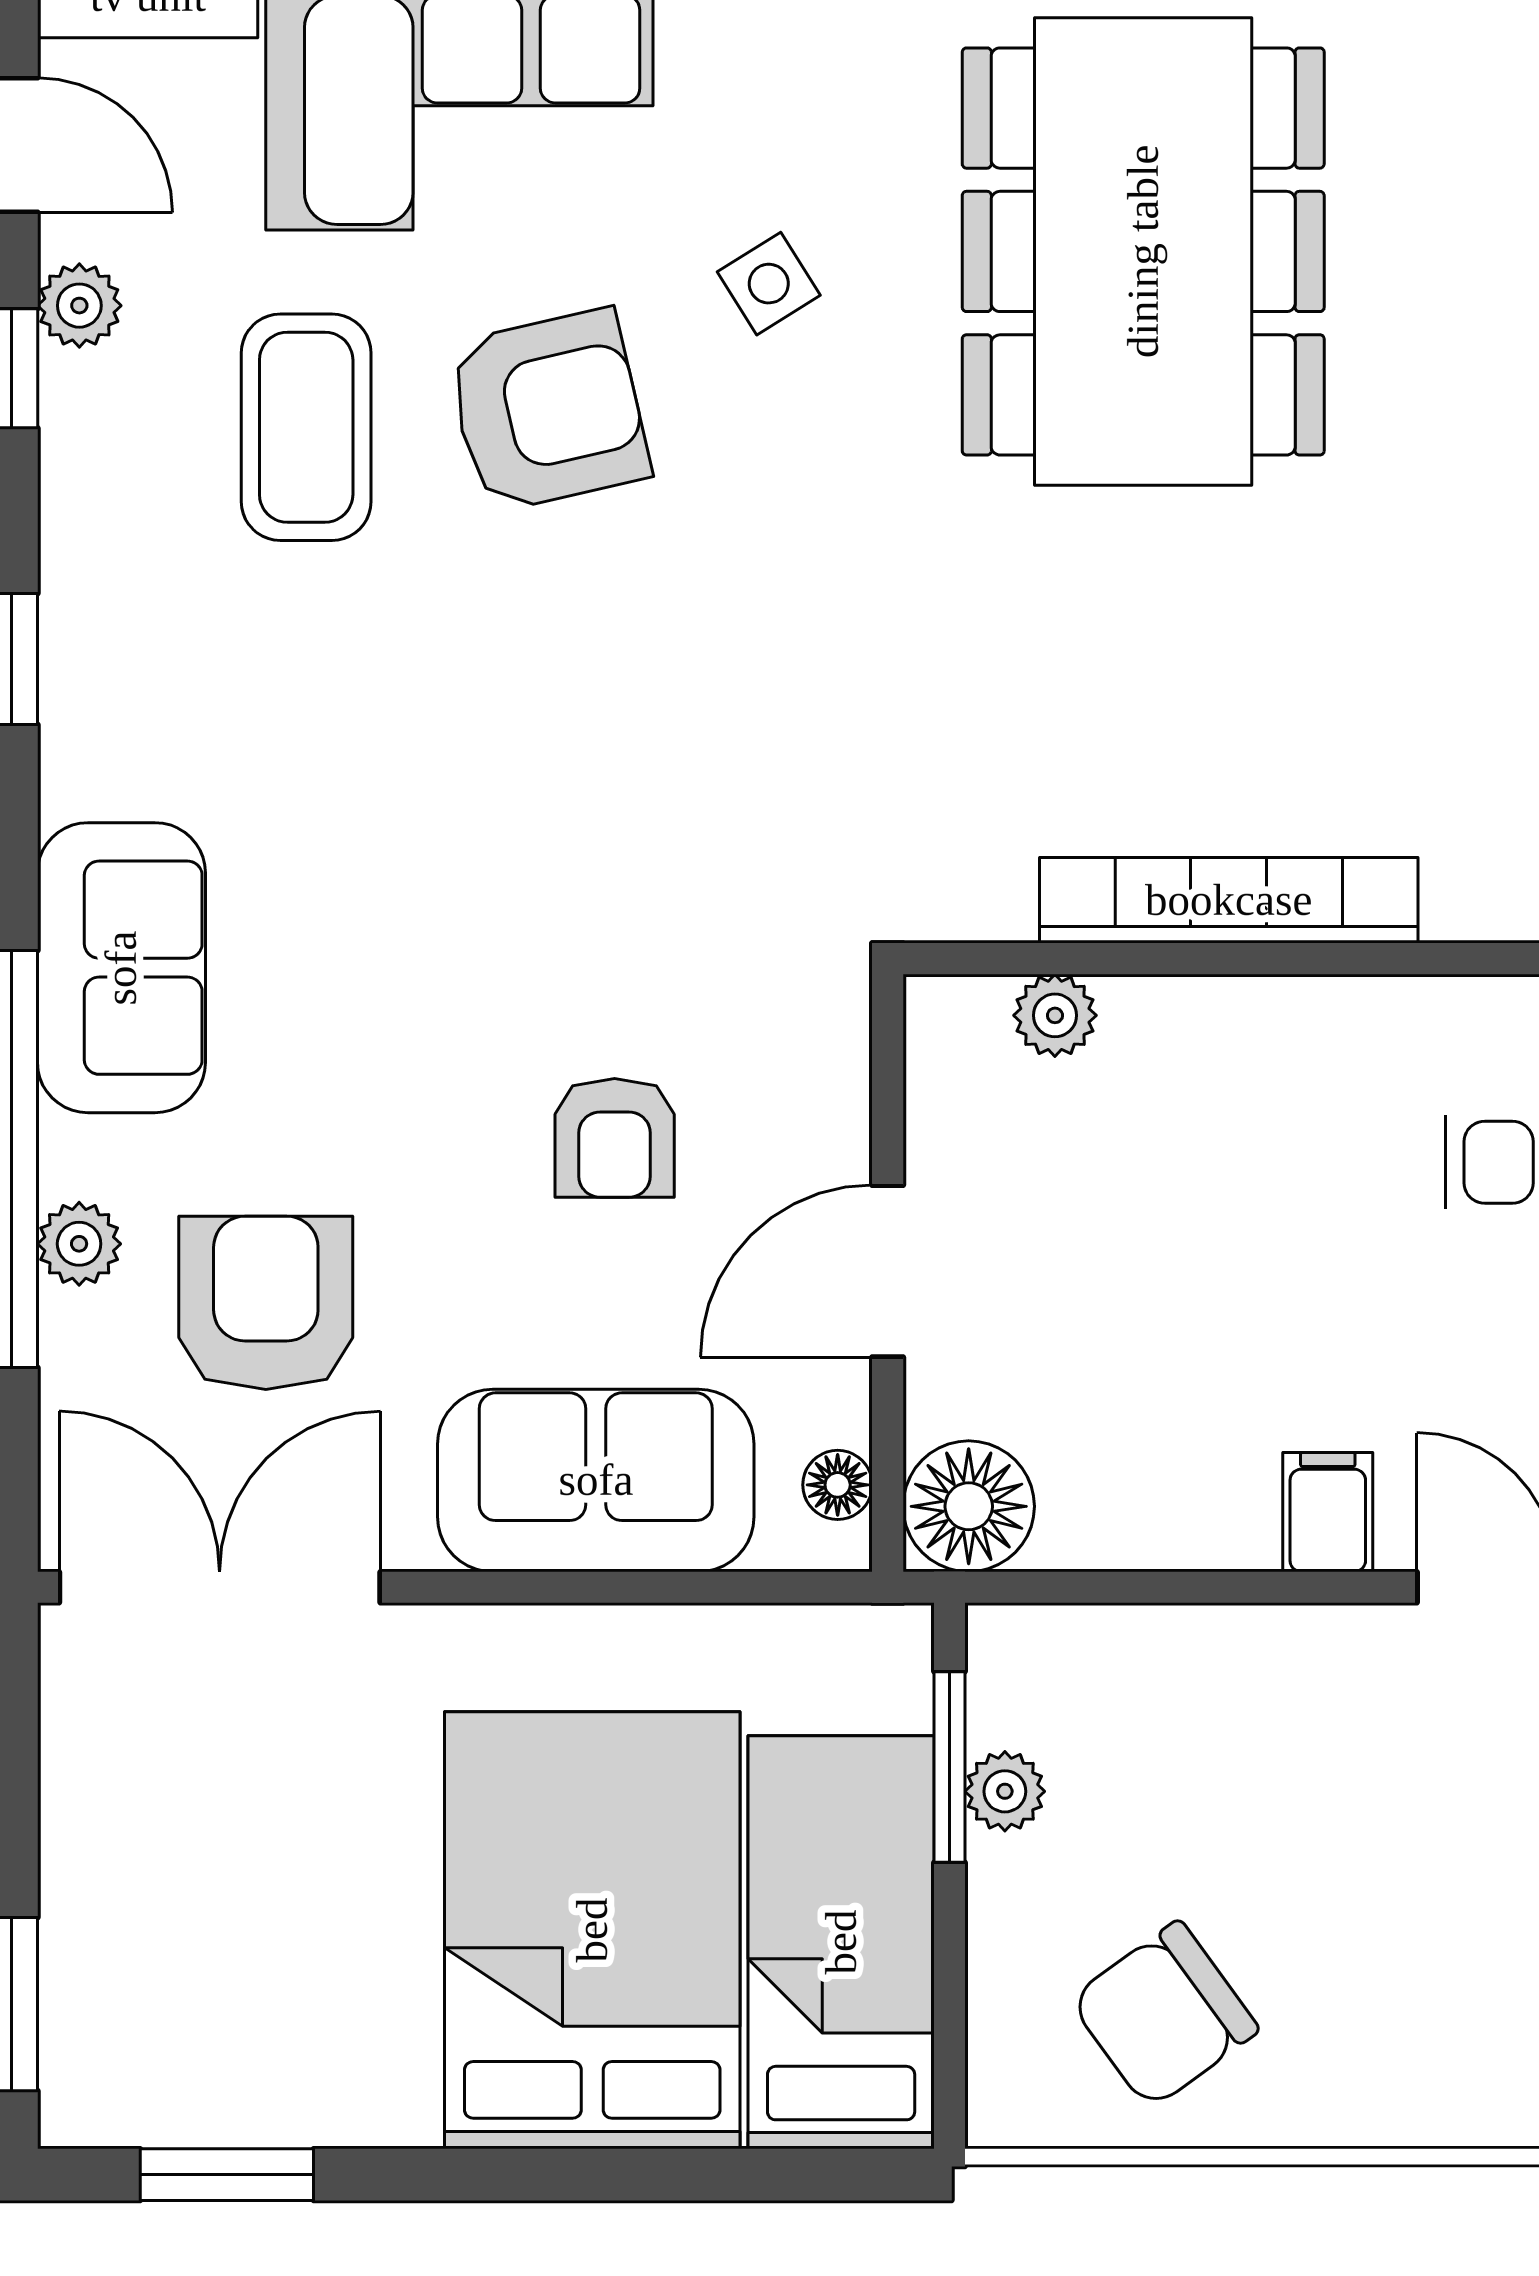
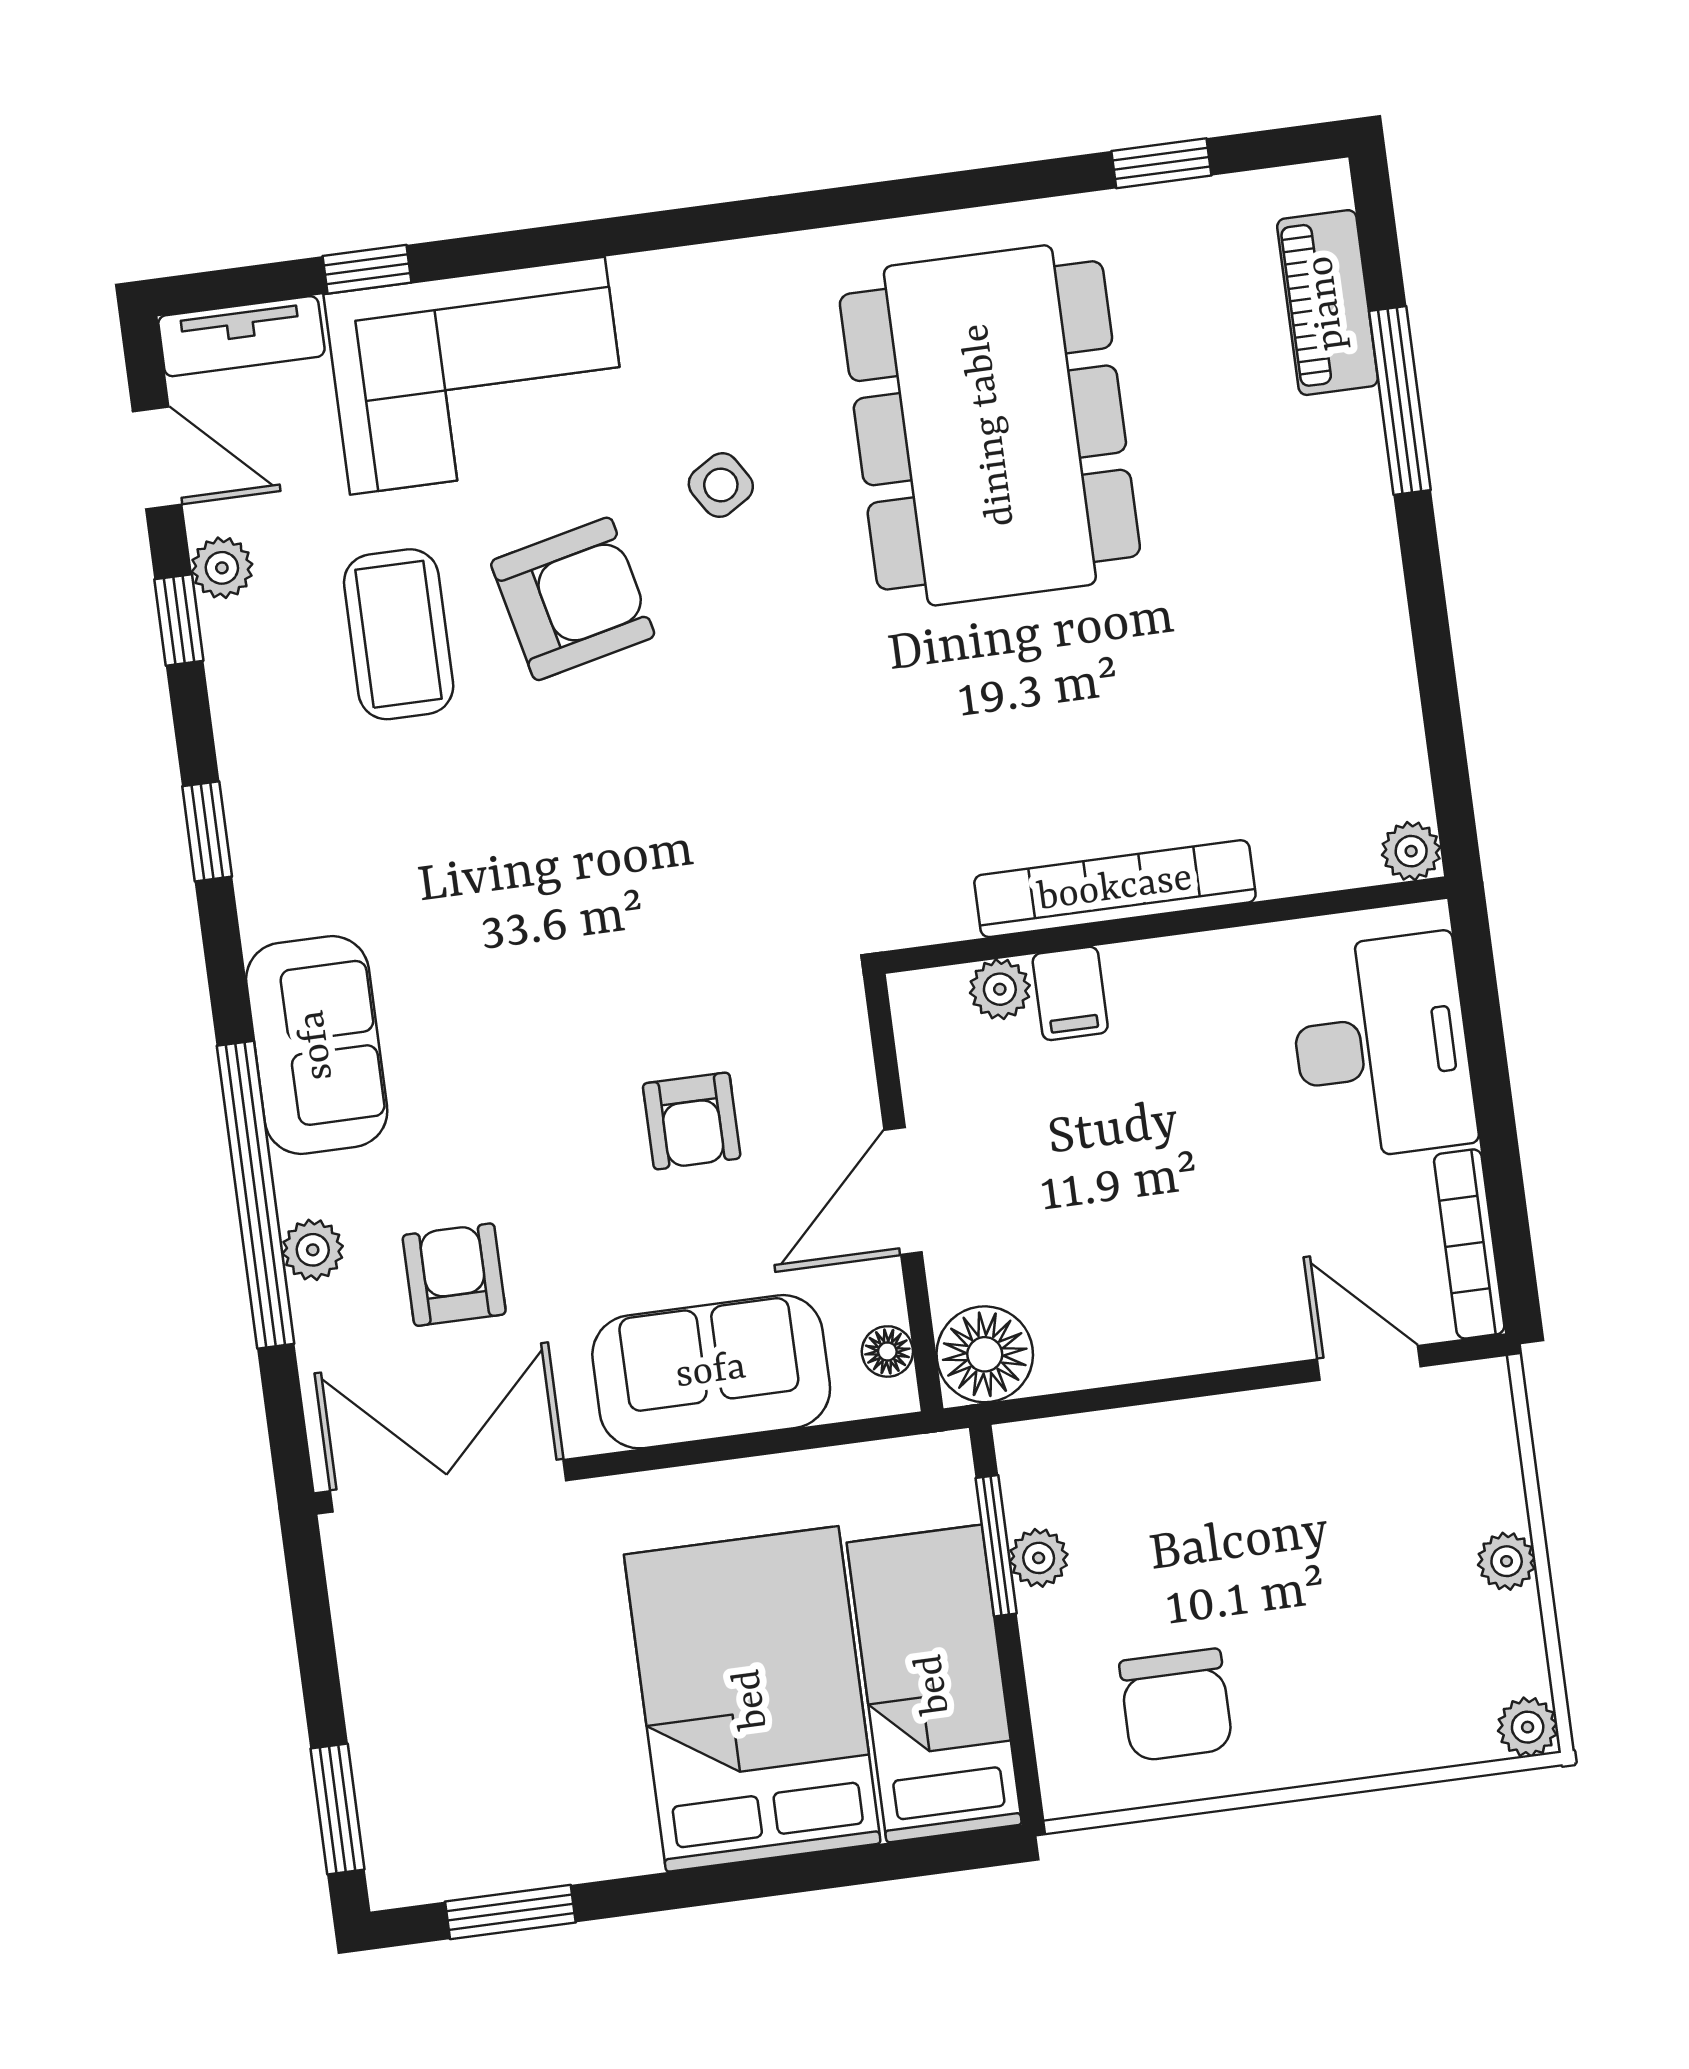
armchair: (266, 1303) -> (454, 1275), width x0.72, depth x0.72
filing cabinet: (1328, 1512) -> (1070, 993), moved, turned 180
chair: (1164, 2015) -> (1176, 1705), turned -54

